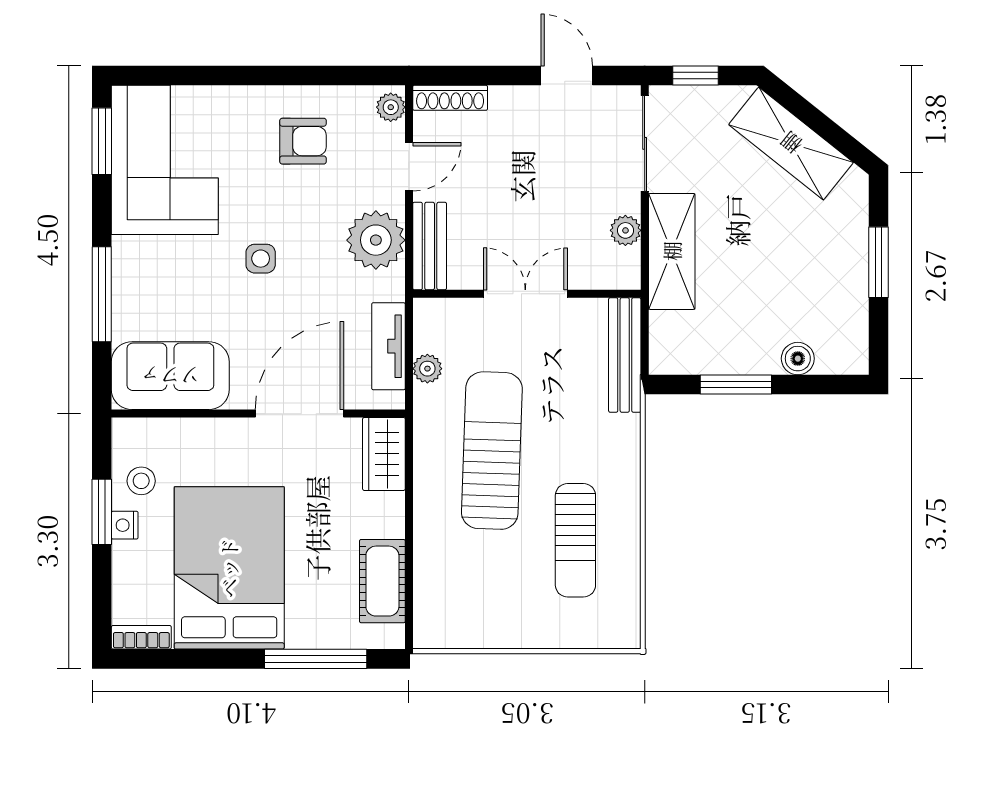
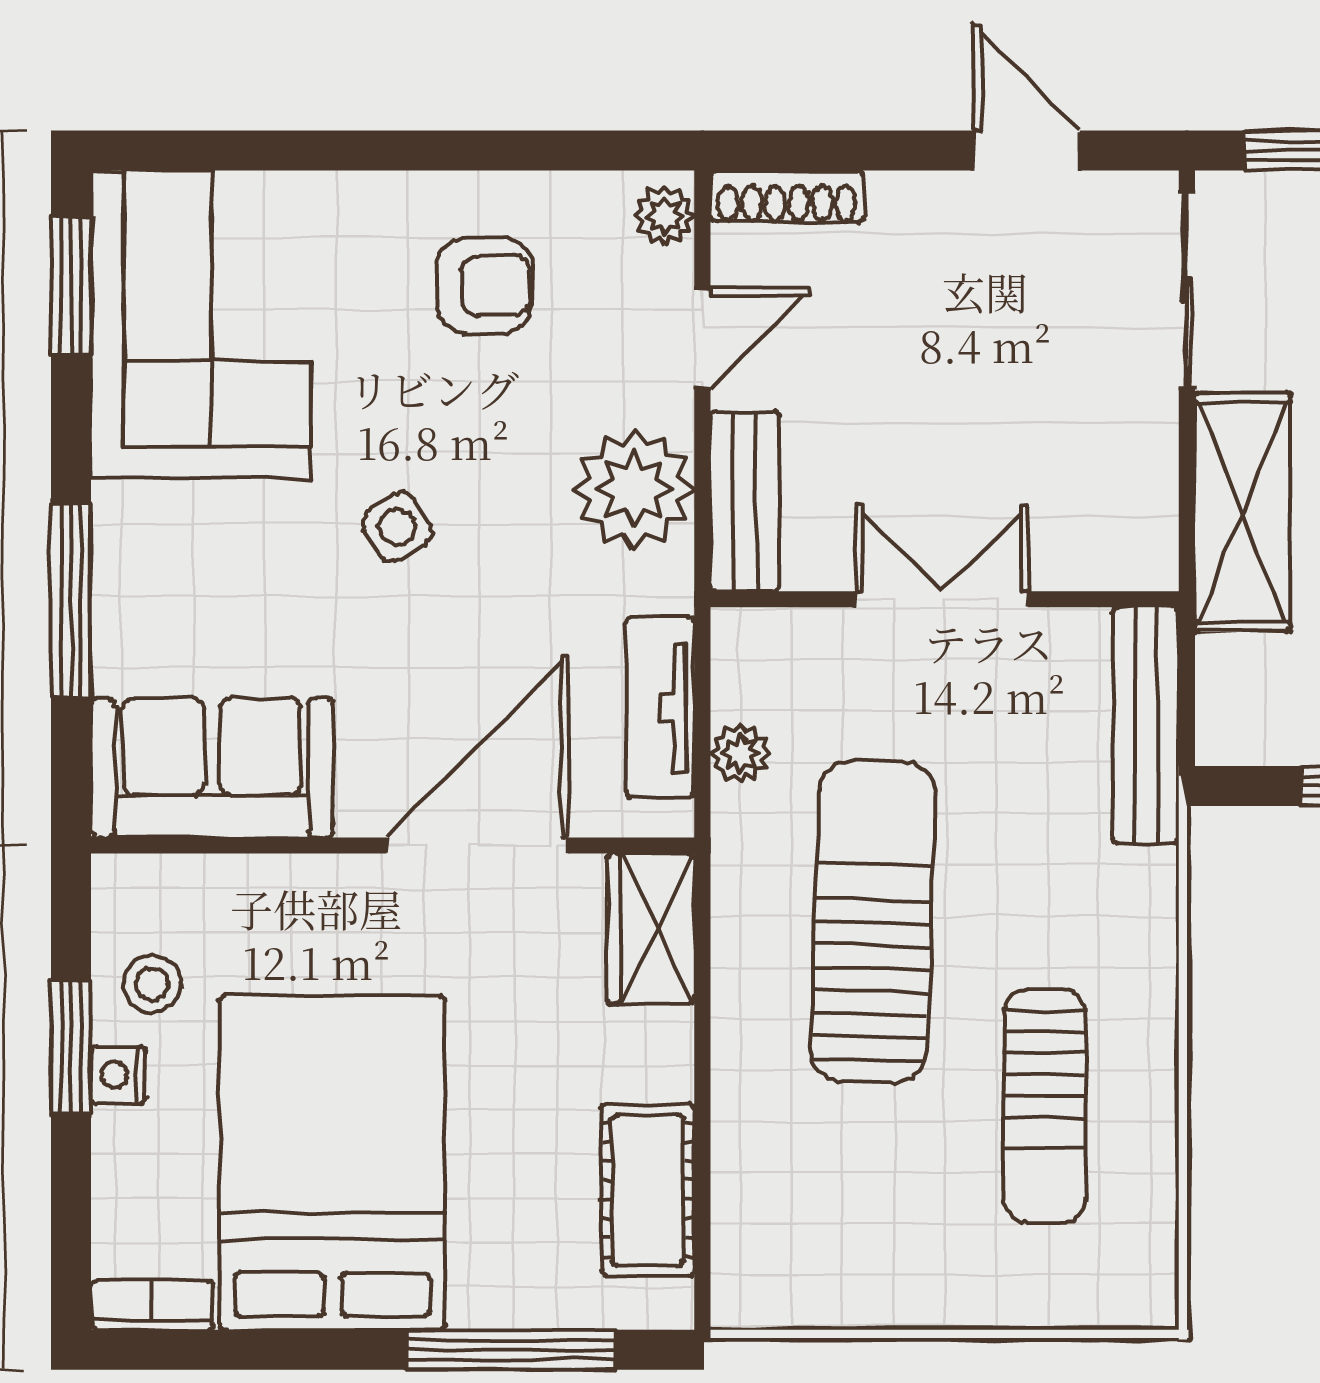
plant: (625, 230) -> (1147, 469), removed
side table: (261, 259) -> (397, 527), turned -32

